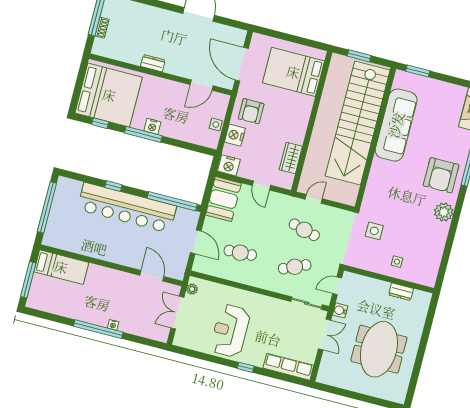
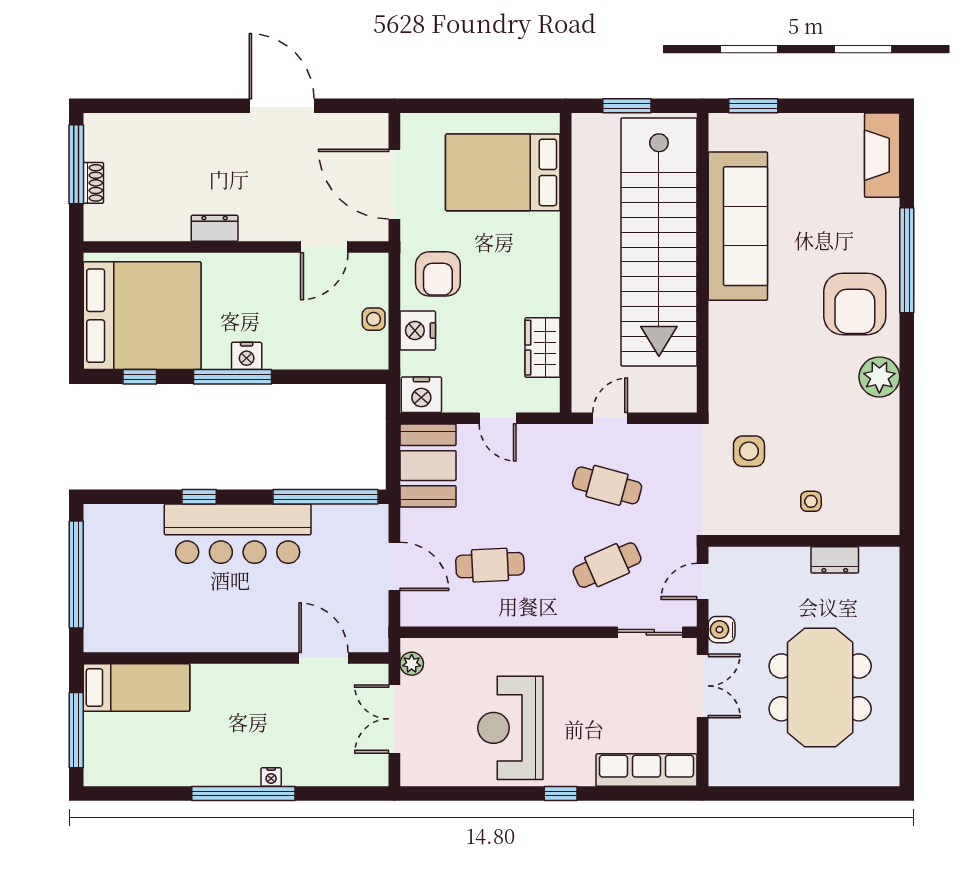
bar counter: (127, 208) -> (238, 534), width x0.73

